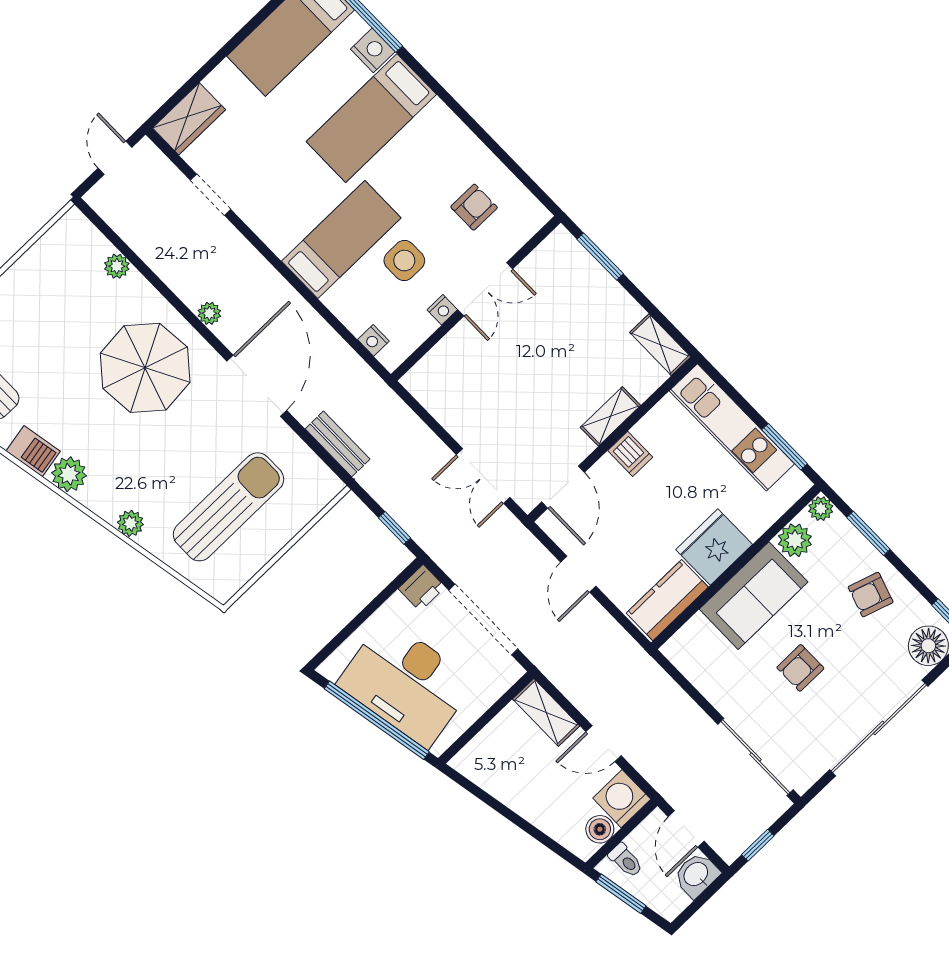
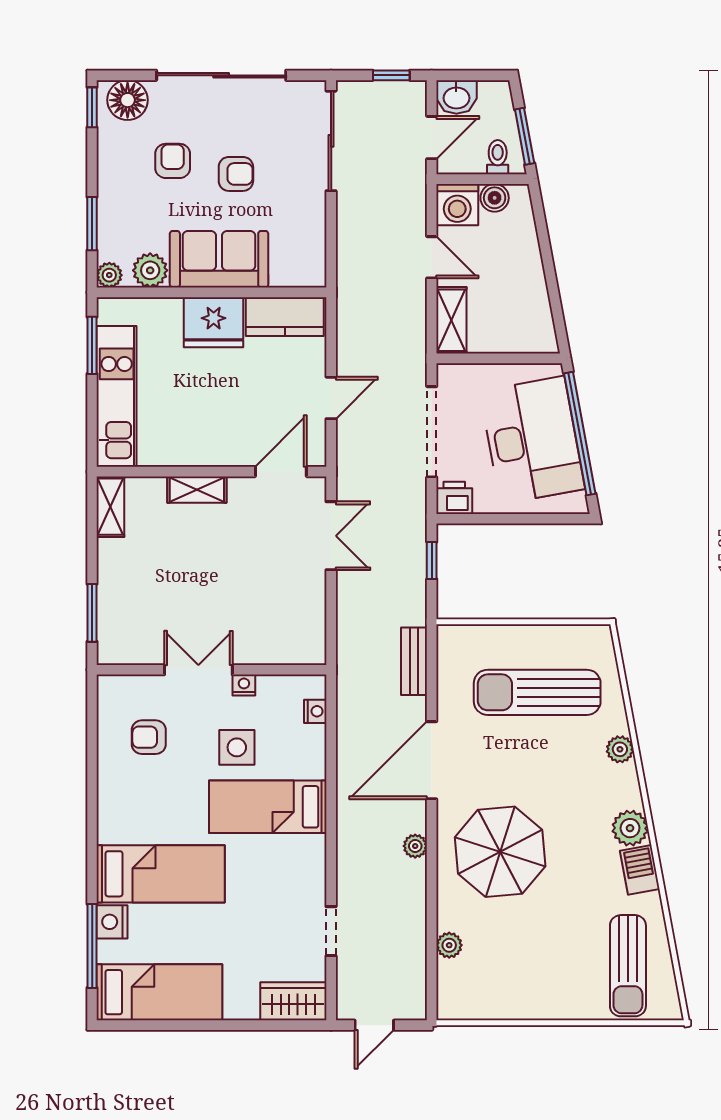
dishwasher: (630, 454) -> (209, 449), removed
armchair: (871, 595) -> (173, 161), moved, turned -108

